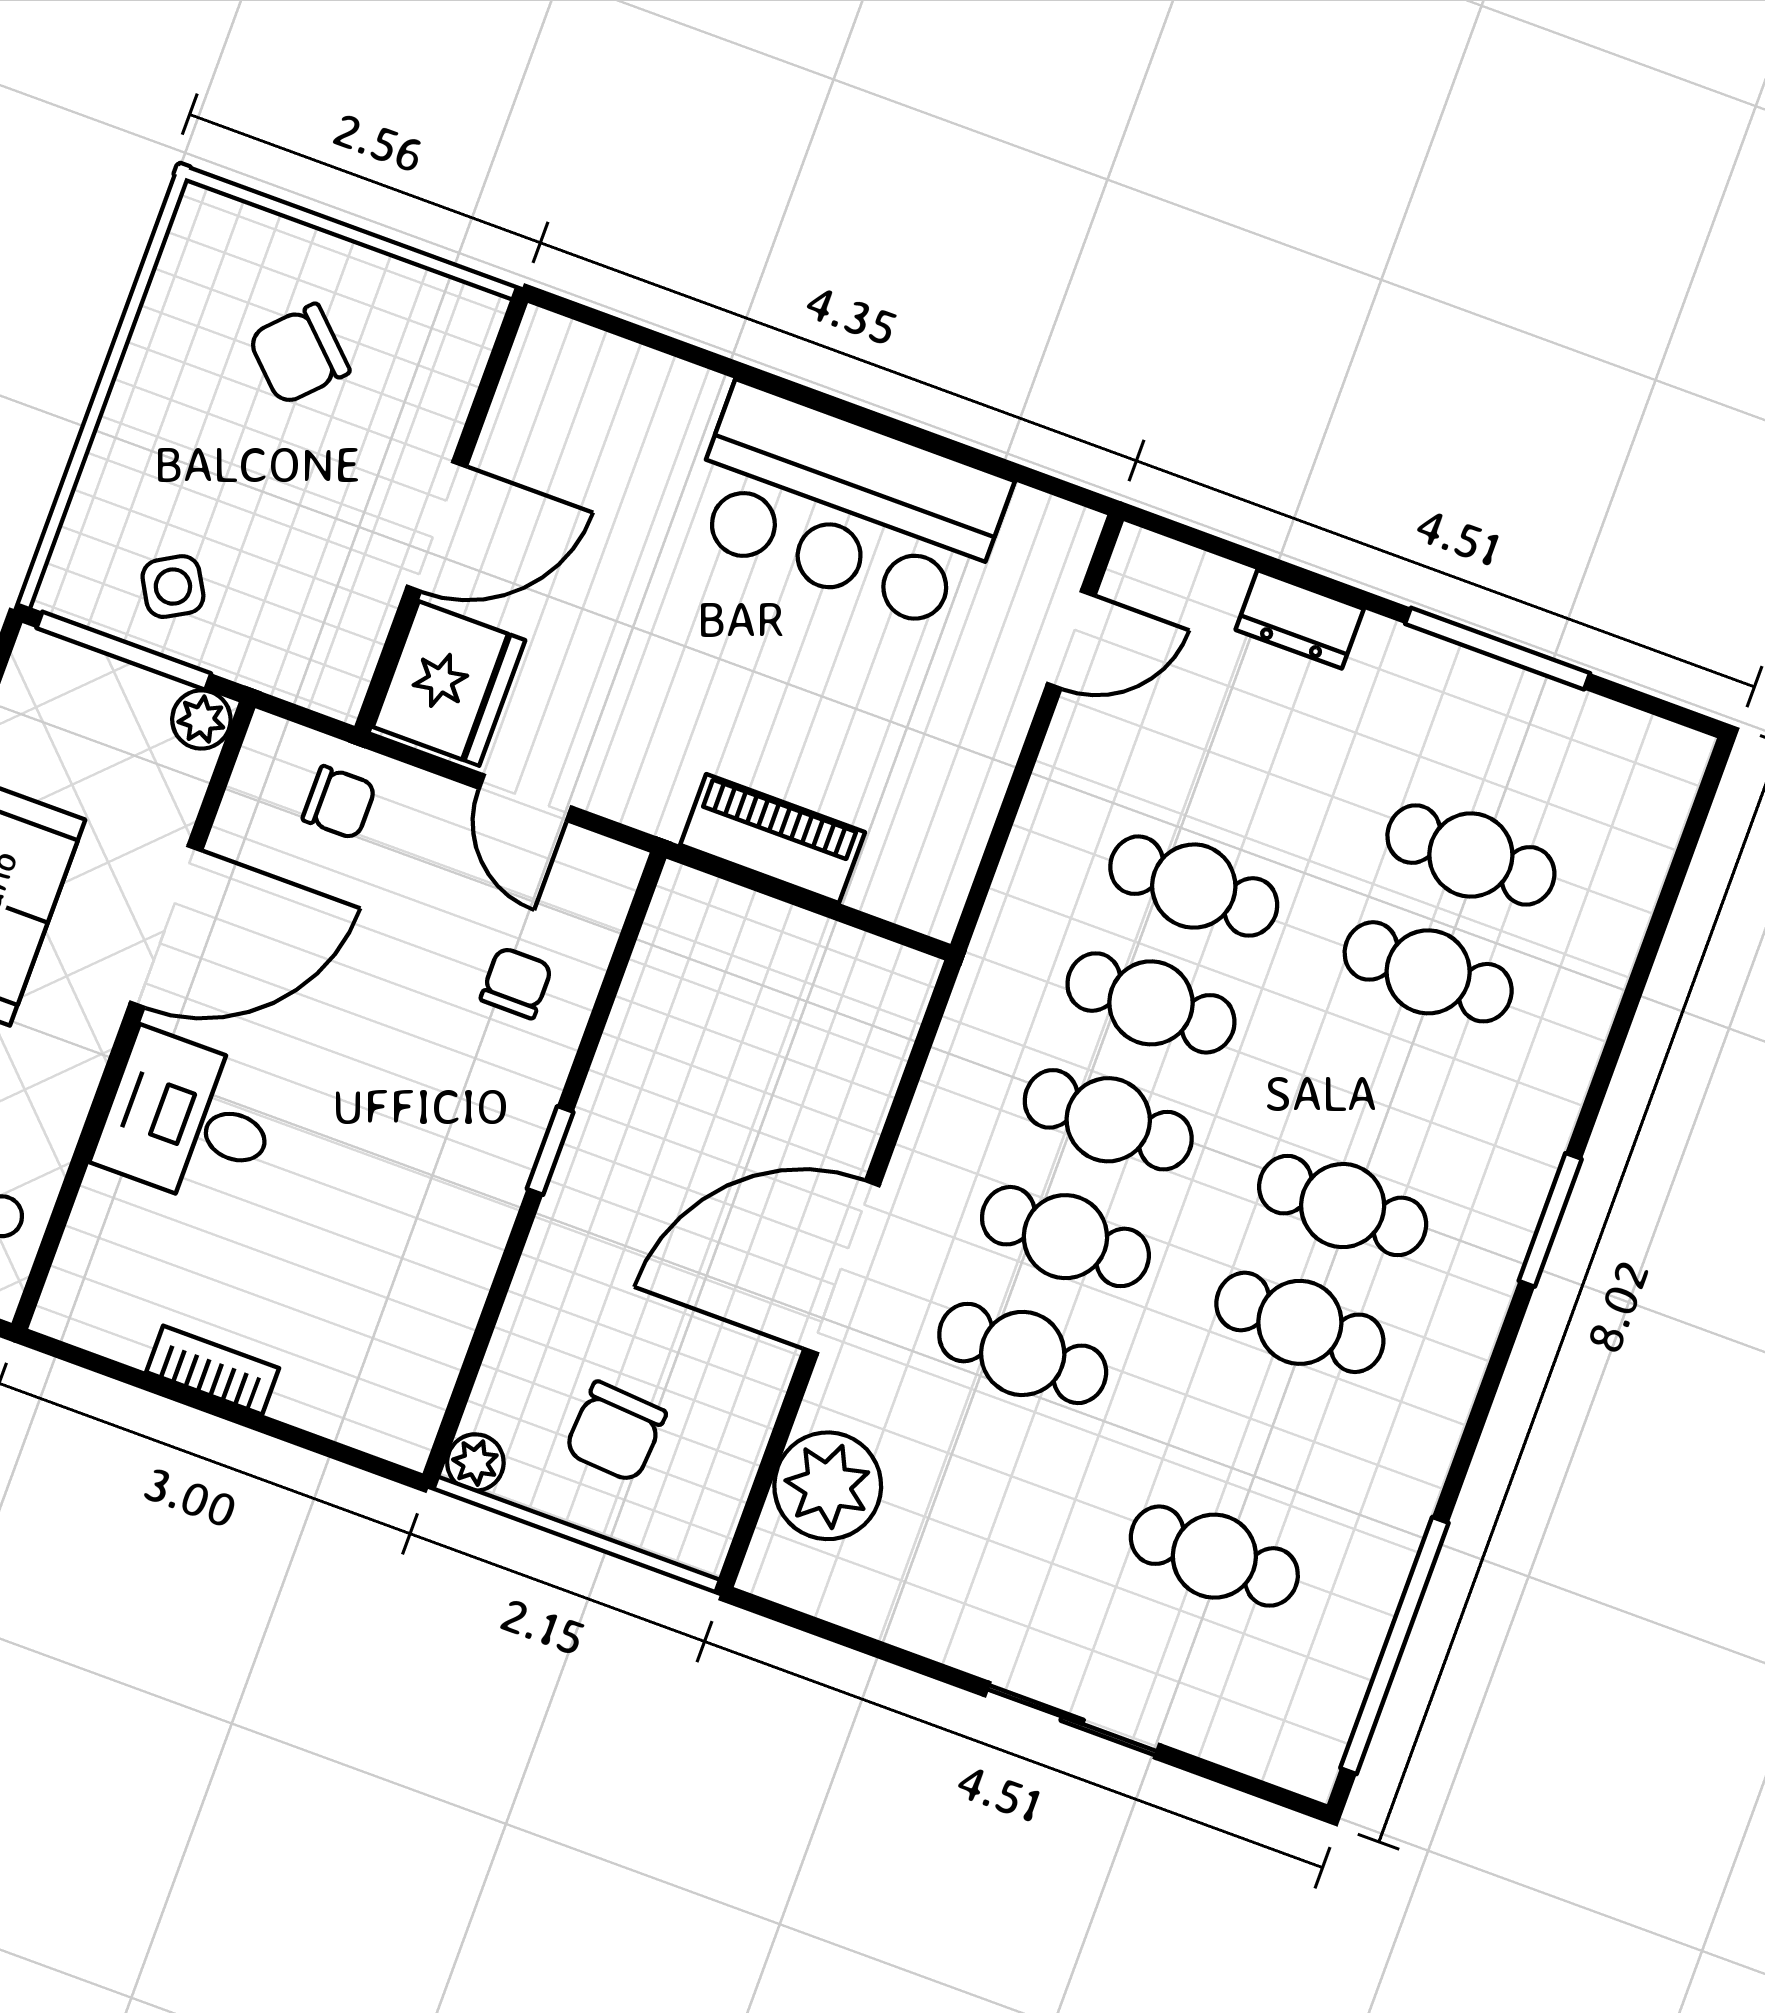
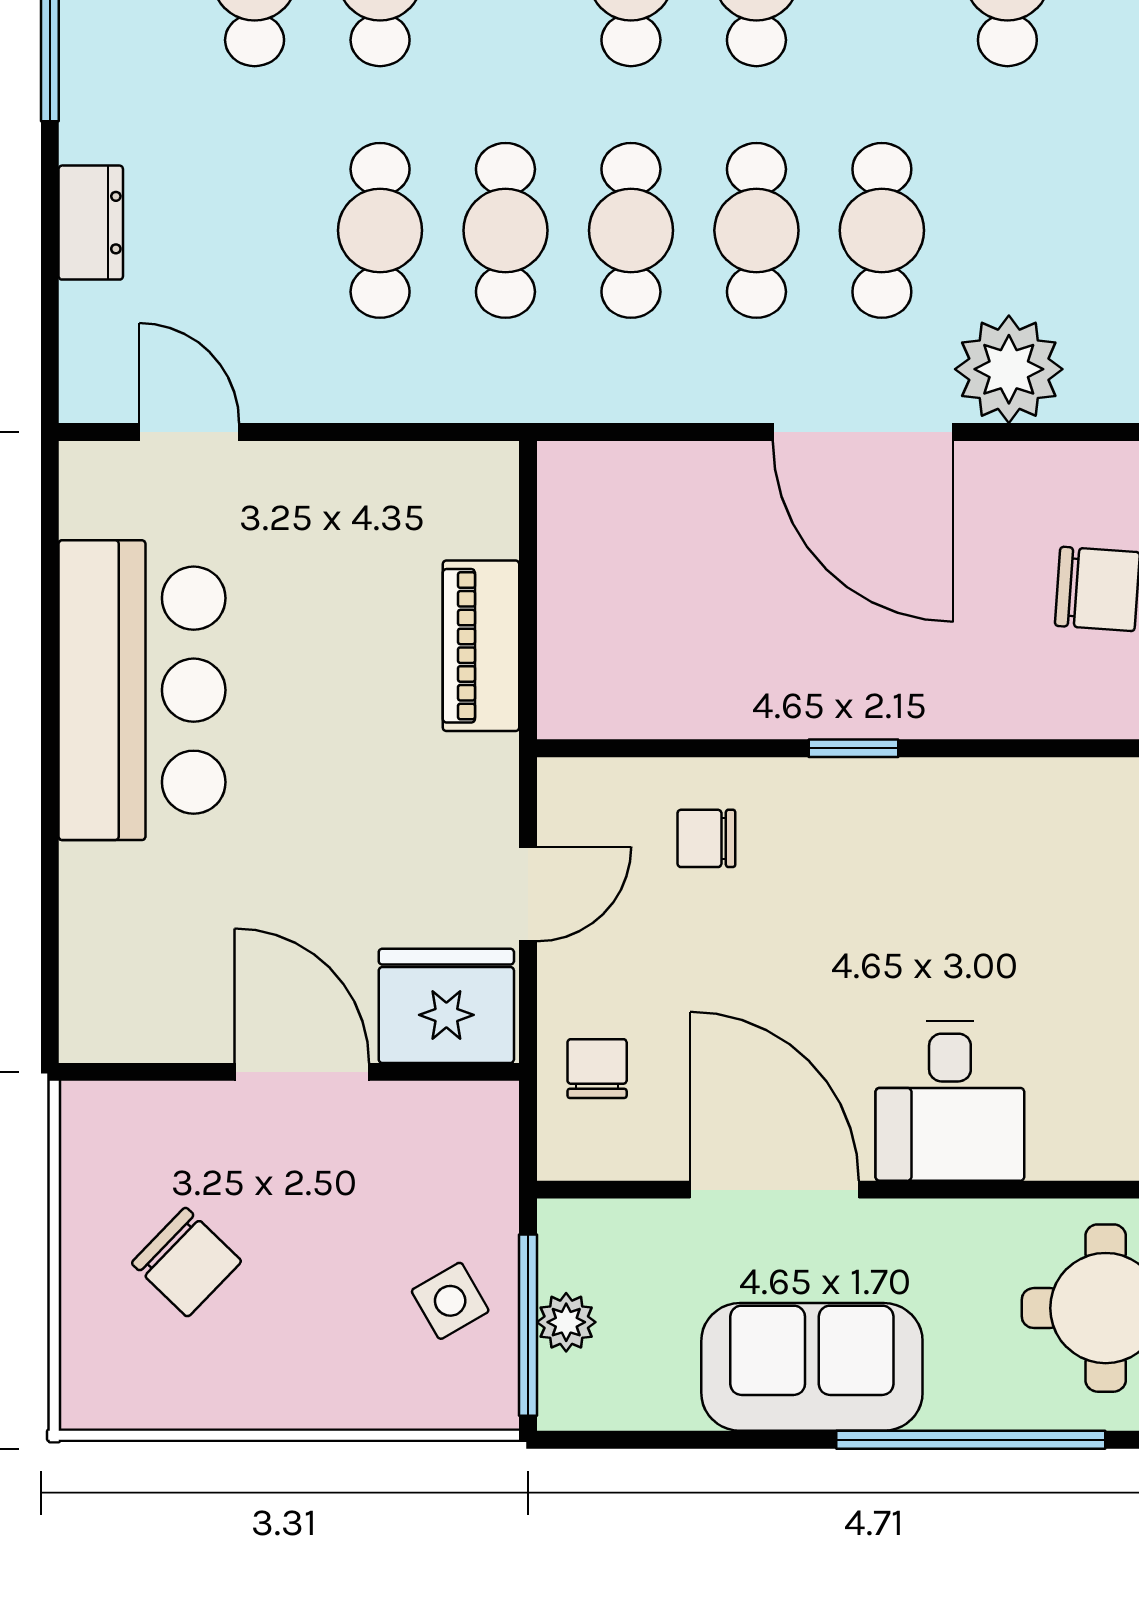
plant: (201, 720) -> (566, 1322), moved
plant: (828, 1486) -> (1009, 369), moved

